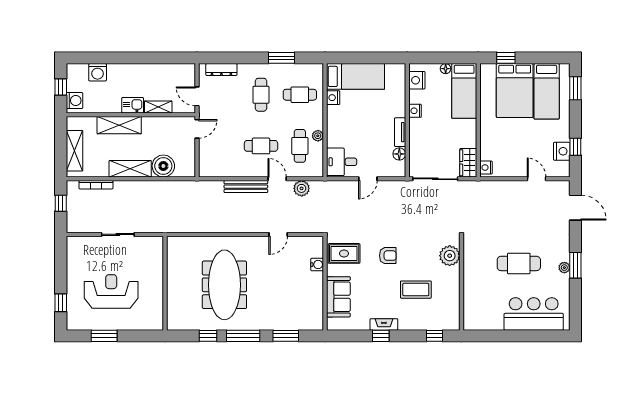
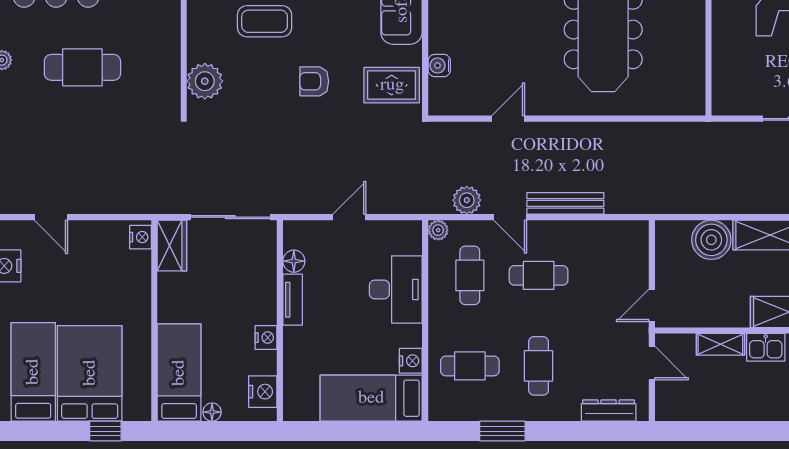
plant: (318, 136) -> (438, 230), moved
desk: (342, 162) -> (396, 289), moved, width x1.37

